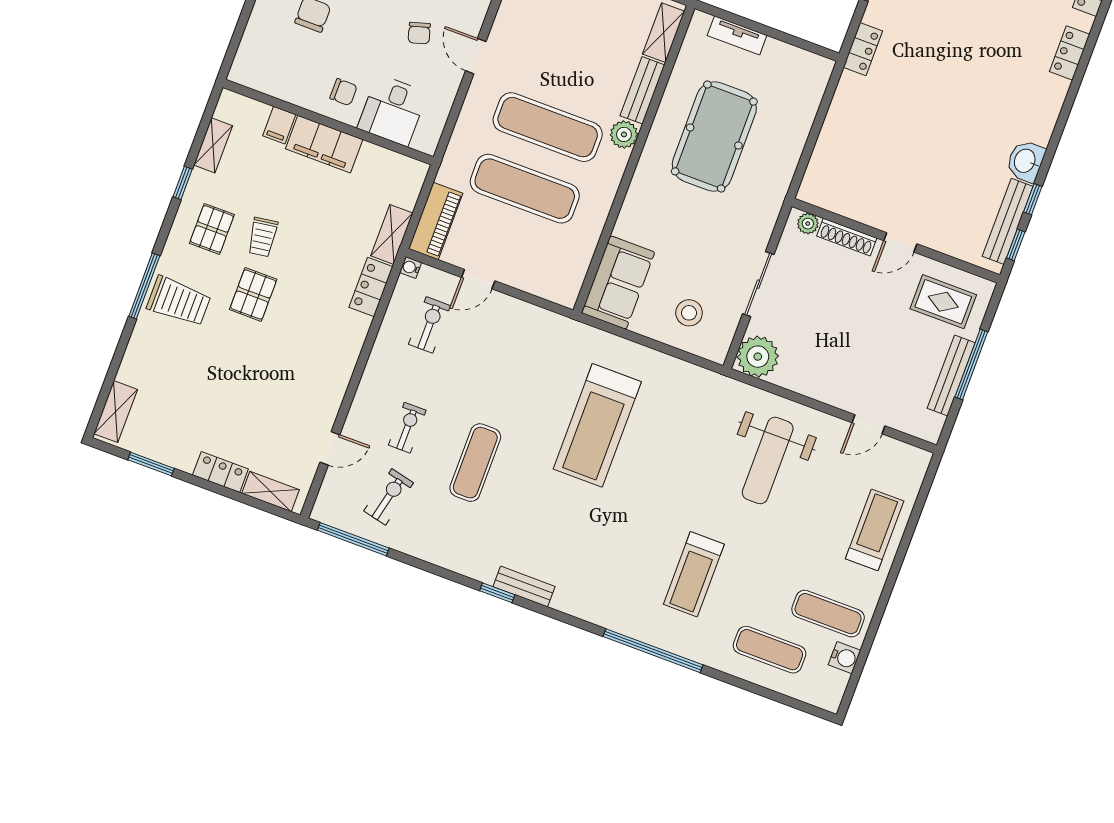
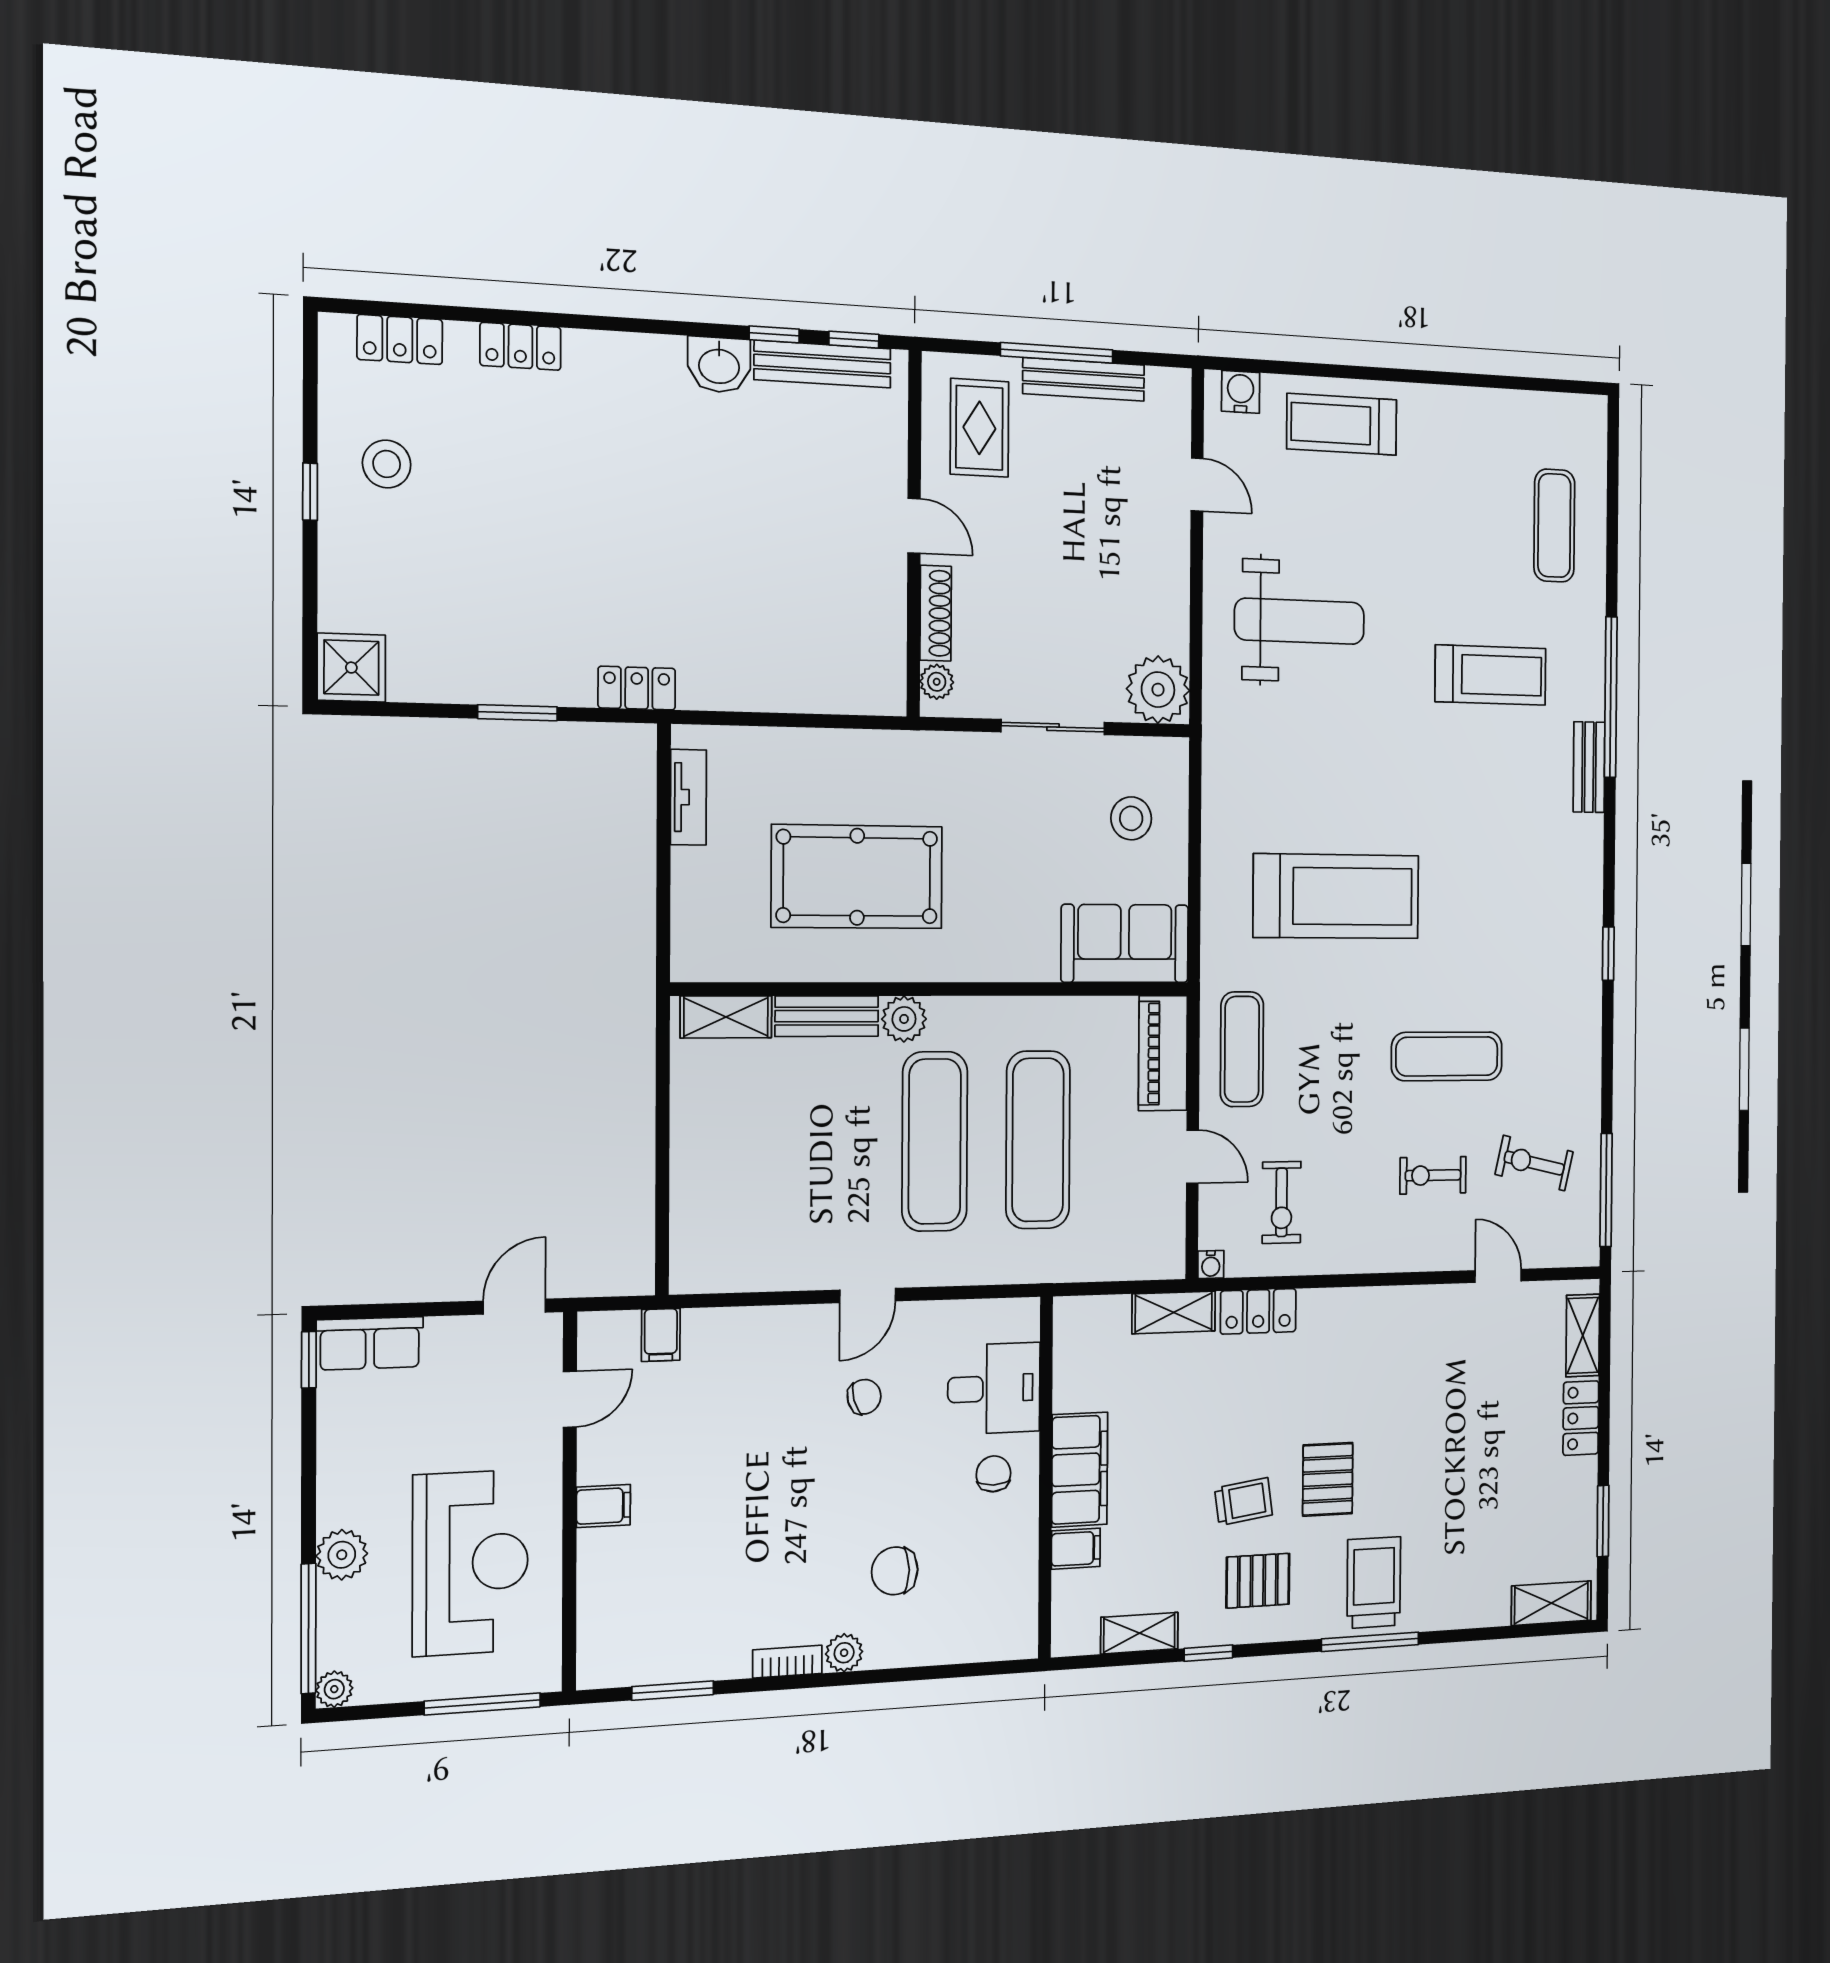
tv unit: (737, 35) -> (688, 797), moved
piano: (436, 221) -> (1163, 1053), moved, turned -90
pallet: (253, 294) -> (1328, 1479), turned 90
exercise bike: (429, 325) -> (1282, 1202), turned -90
bench: (524, 587) -> (1589, 767), moved
exercise mat: (828, 614) -> (1242, 1049), moved
water cooler: (844, 658) -> (1241, 392), moved

